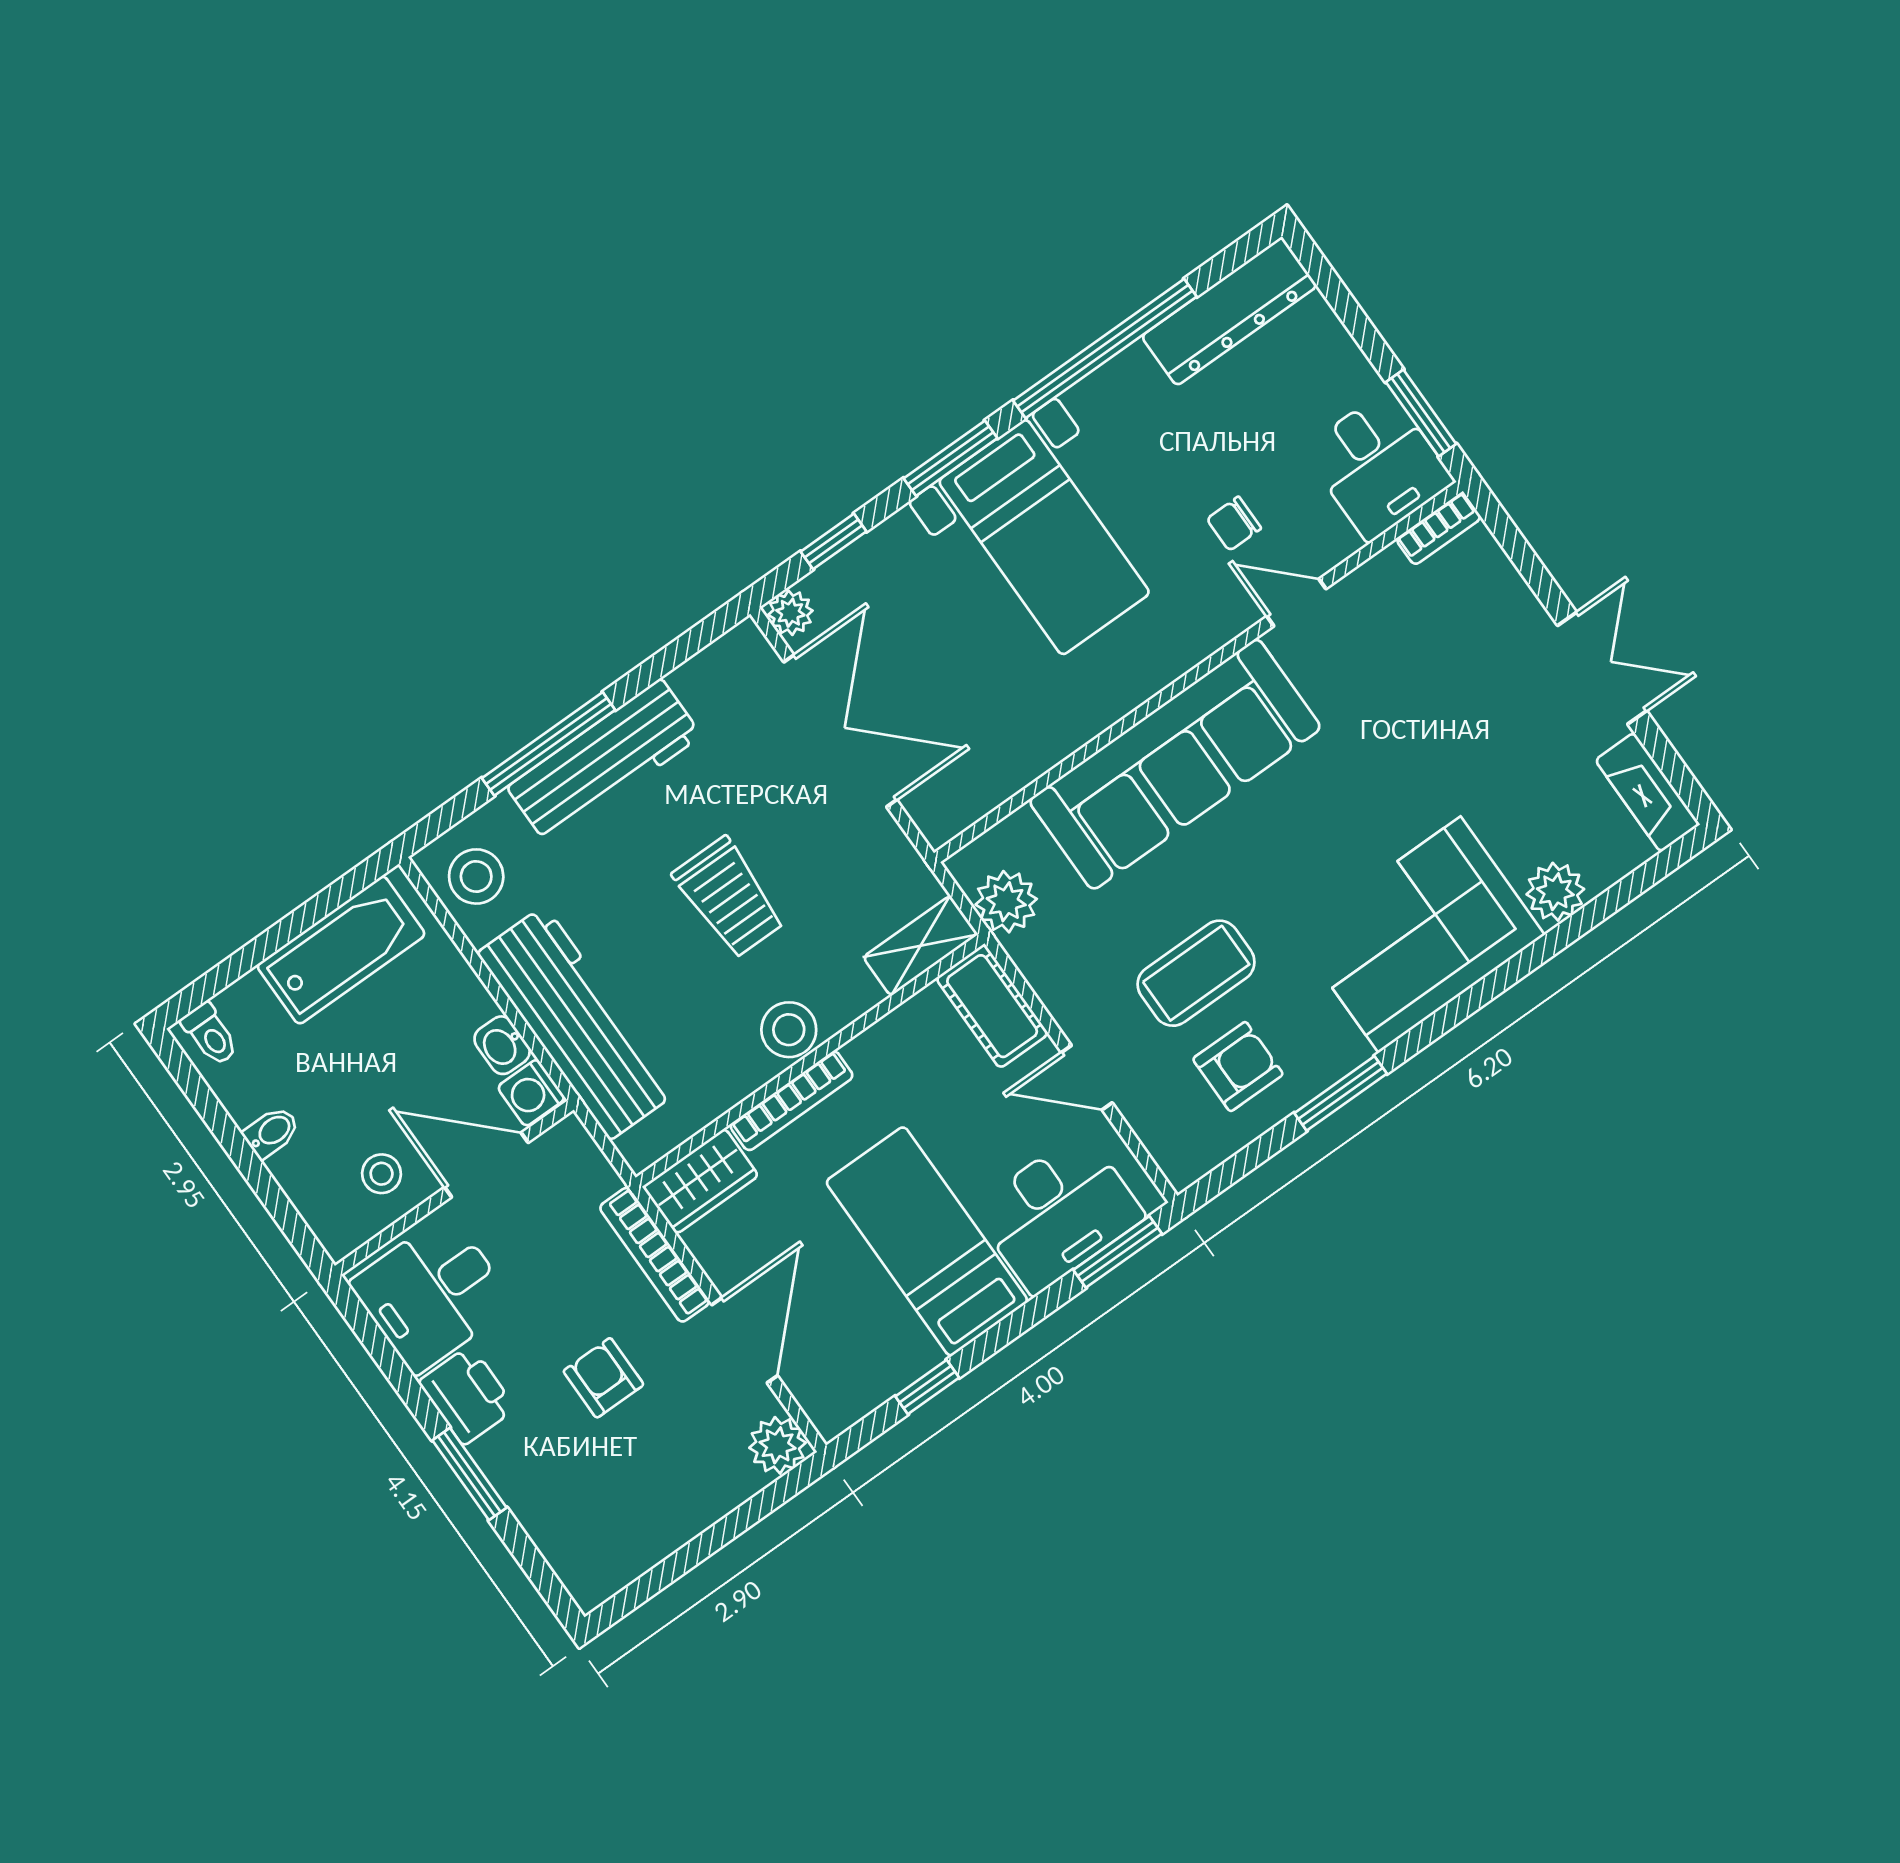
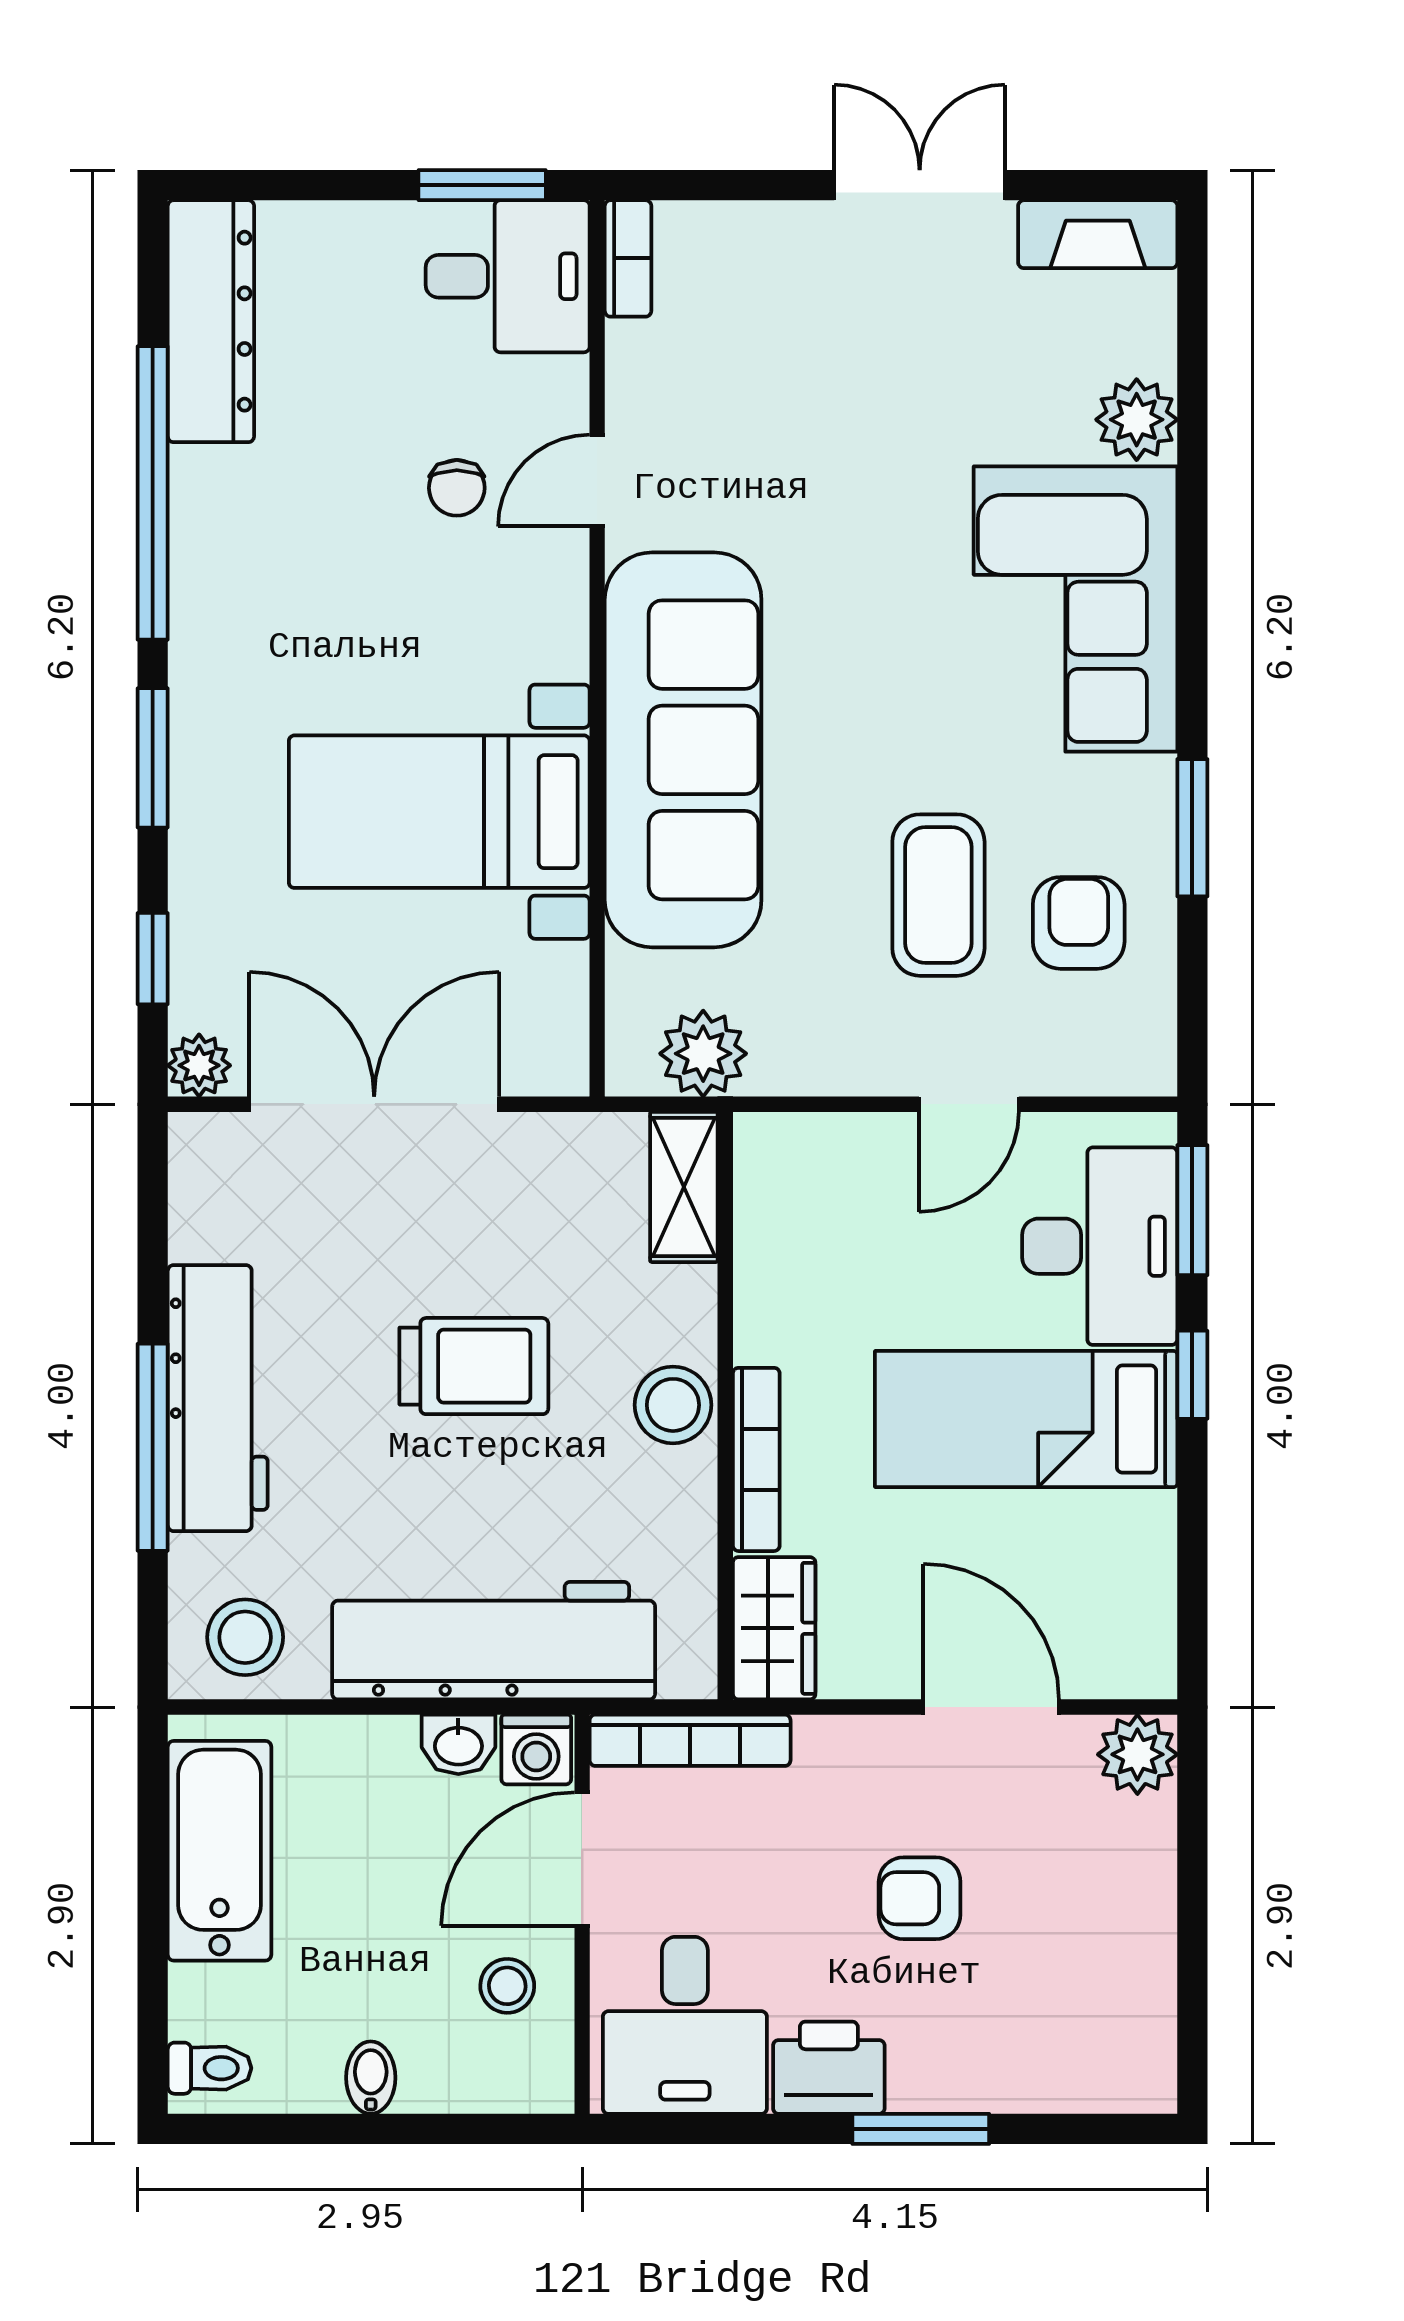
bed with nightstands: (1044, 537) -> (439, 812), moved, turned 180
cot: (992, 1006) -> (811, 1154), removed
bookcase: (655, 1255) -> (690, 1740), moved
window: (927, 1387) -> (1192, 1375), moved

